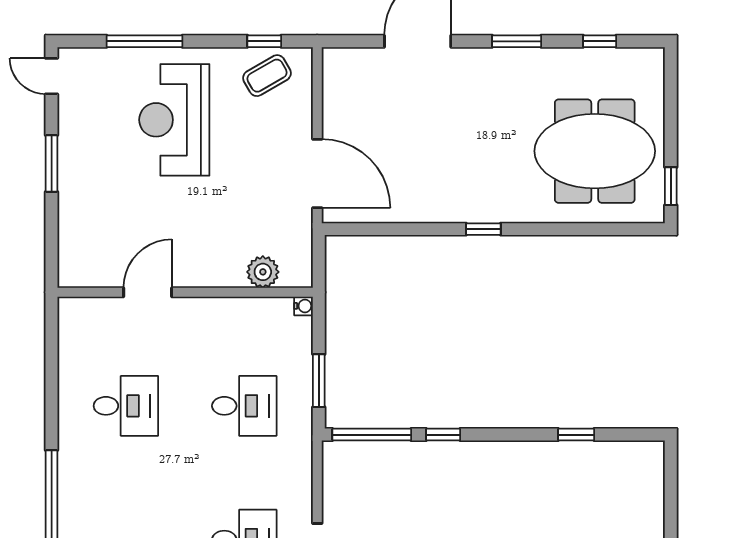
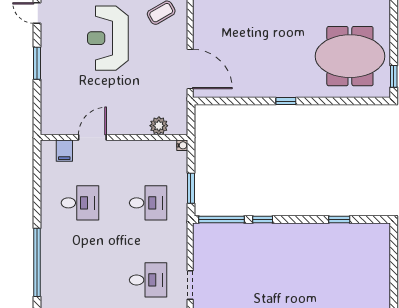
filing cabinet: (99, 315) -> (64, 151), added

